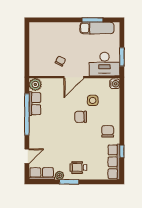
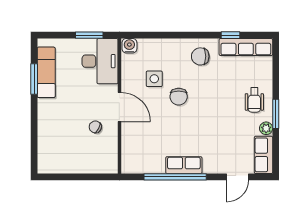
plant: (35, 84) -> (130, 164), removed
row of seats: (35, 104) -> (184, 165), moved
door: (27, 156) -> (237, 177), swing flipped

